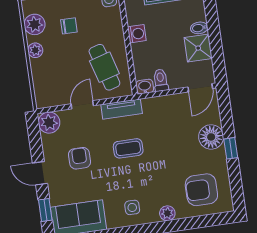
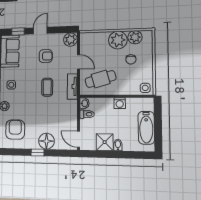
plant: (35, 50) -> (118, 40), width x1.88, depth x1.88

